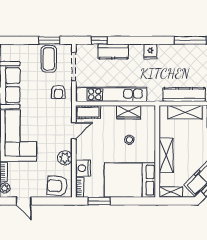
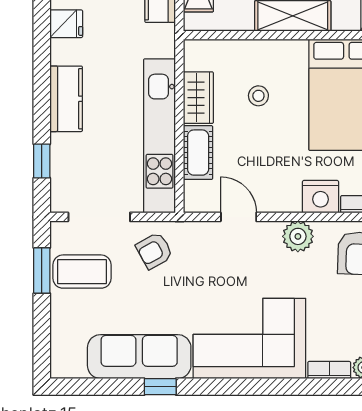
kitchen counter: (113, 52) -> (66, 99), moved
fridge: (150, 52) -> (66, 24), moved
armchair: (58, 92) -> (154, 251), turned 151
cot: (88, 112) -> (198, 153), moved

